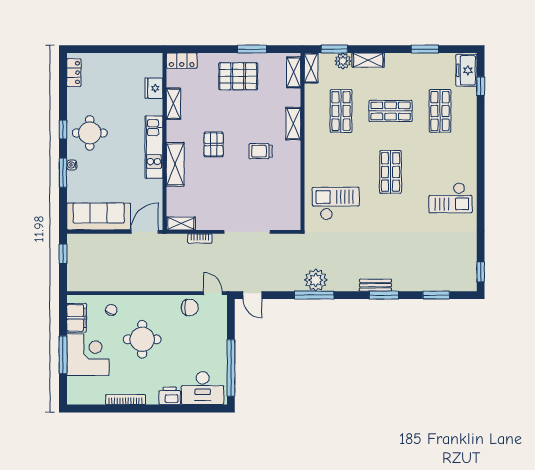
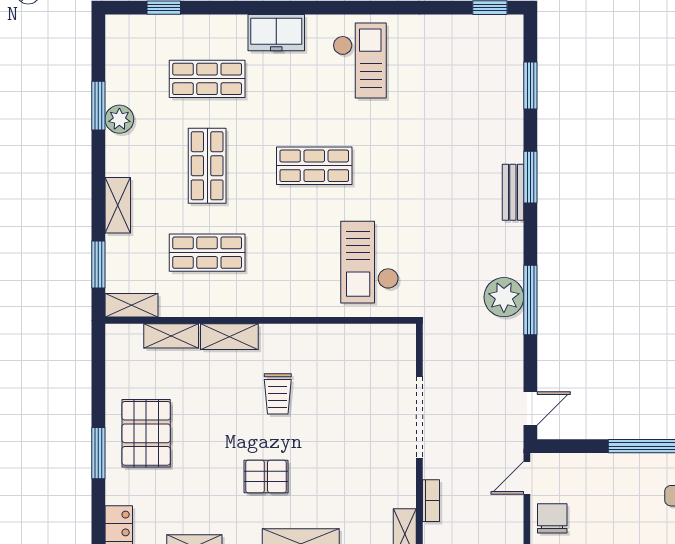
window: (252, 49) -> (98, 453), moved
plant: (343, 61) -> (119, 119), moved
freezer: (466, 70) -> (276, 33), moved
shelving: (294, 72) -> (171, 336), moved

